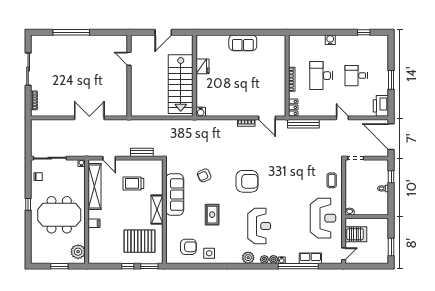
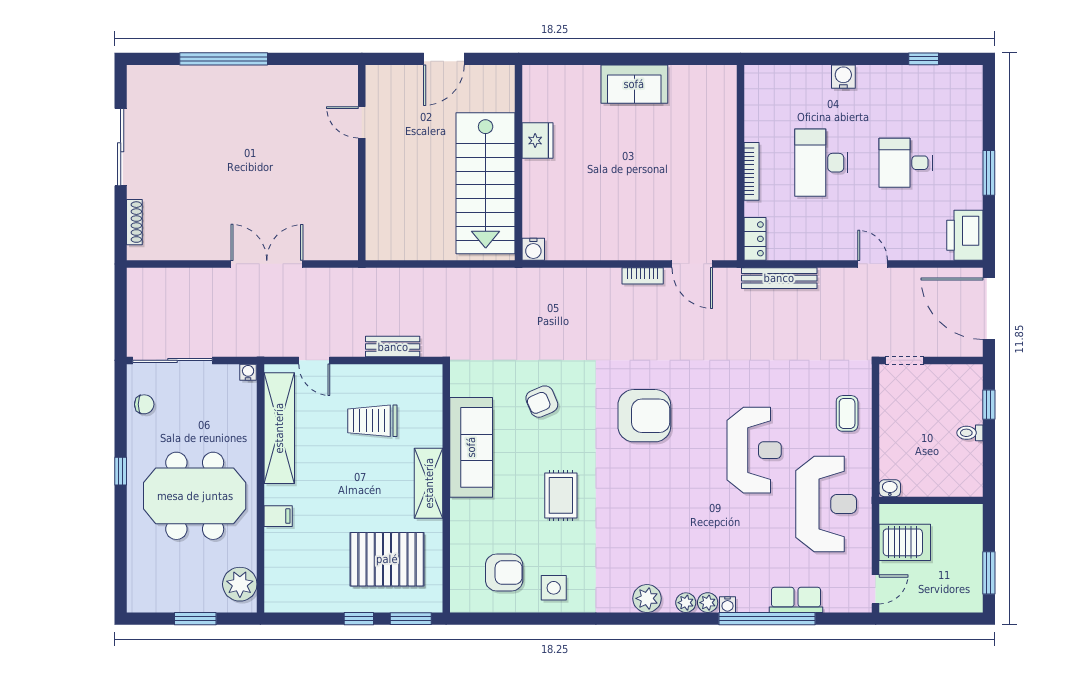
reception desk: (259, 226) -> (754, 450), moved

